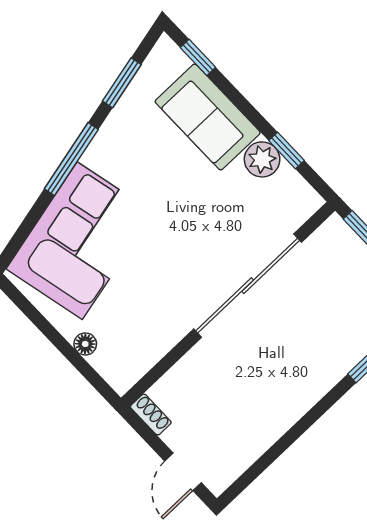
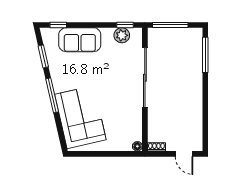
window: (286, 150) -> (125, 25), moved
plant: (262, 159) -> (122, 35), moved
floor lamp: (85, 344) -> (137, 146), moved

